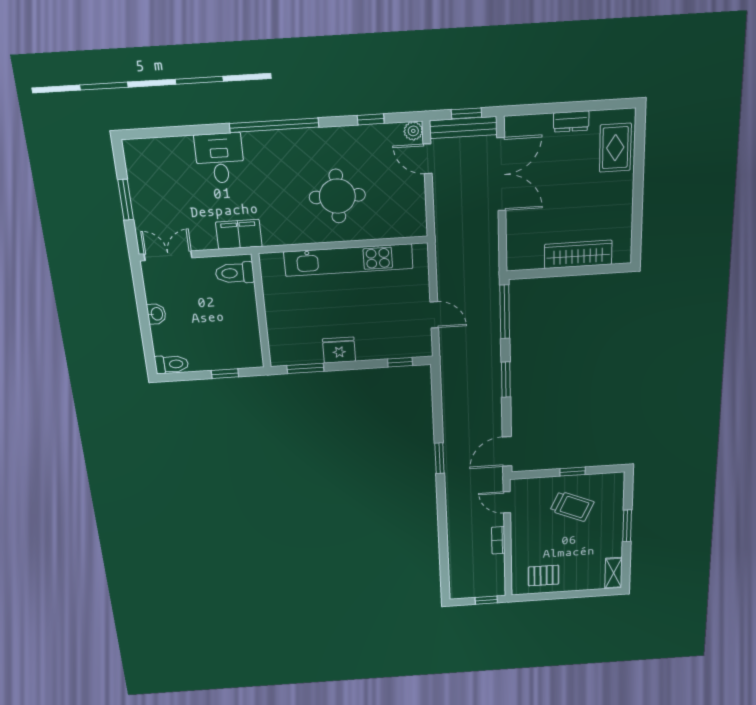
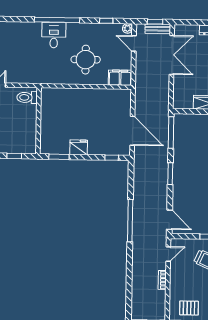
bench: (463, 128) -> (158, 29), width x0.73
desk: (220, 158) -> (54, 35), moved
filing cabinet: (239, 234) -> (120, 78), moved
kitchen unit: (348, 260) -> (88, 95), removed
door: (434, 315) -> (132, 131), width x1.87
door: (507, 451) -> (169, 220), swing flipped
window: (439, 458) -> (130, 221), width x2.11
door: (507, 502) -> (168, 254), swing flipped

